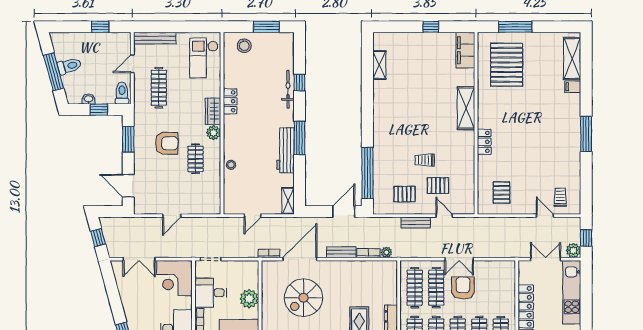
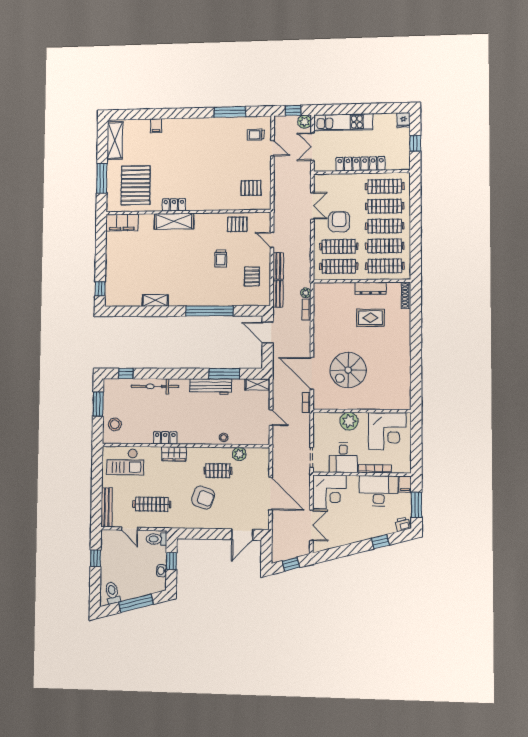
window: (431, 27) -> (100, 289), moved
shelving: (572, 59) -> (115, 141), moved, turned 90
shelving: (379, 65) -> (155, 300), moved
pallet: (507, 65) -> (136, 185), turned 90
toilet: (69, 66) -> (112, 593), moved
window: (299, 83) -> (126, 374), moved
bicycle: (288, 89) -> (155, 386), width x1.37, depth x1.40
plant: (213, 133) -> (239, 454), moved
window: (586, 134) -> (230, 112), moved
window: (299, 138) -> (224, 374), moved
window: (128, 139) -> (199, 534), removed
locker: (484, 142) -> (174, 205), moved
armchair: (167, 143) -> (203, 498), turned 110
window: (367, 173) -> (210, 311), moved
pallet: (438, 186) -> (237, 224), moved, turned 90
door: (172, 216) -> (271, 494), width x1.87
door: (444, 216) -> (272, 240), hinge flipped
door: (545, 216) -> (272, 148), swing flipped
bench: (341, 252) -> (278, 294), moved
double door: (459, 259) -> (312, 206), moved
armchair: (463, 288) -> (339, 222), turned 90
spiral stairs: (303, 298) -> (348, 370), turned 90

